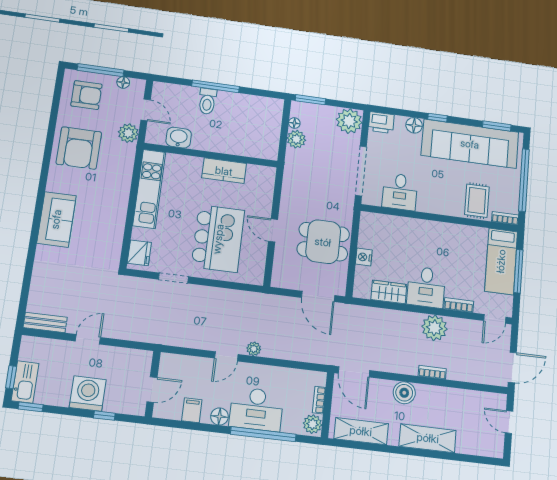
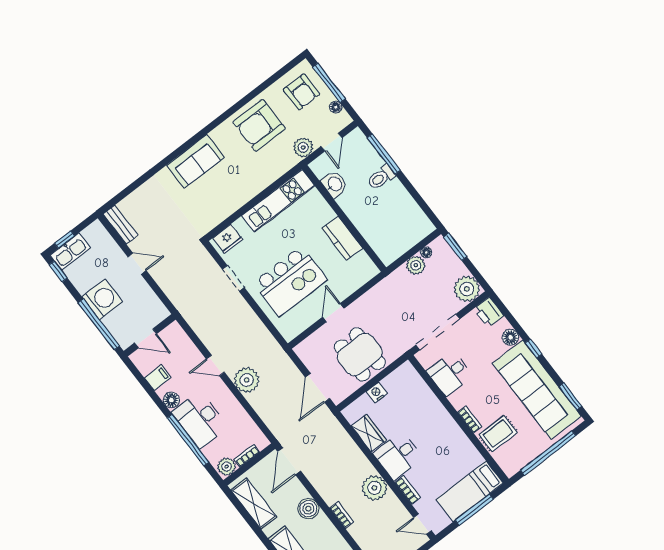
window: (216, 86) -> (384, 154), moved
bookcase: (505, 218) -> (470, 419), moved
plant: (254, 349) -> (247, 380), width x1.88, depth x1.88
window: (104, 416) -> (99, 324), width x3.17

